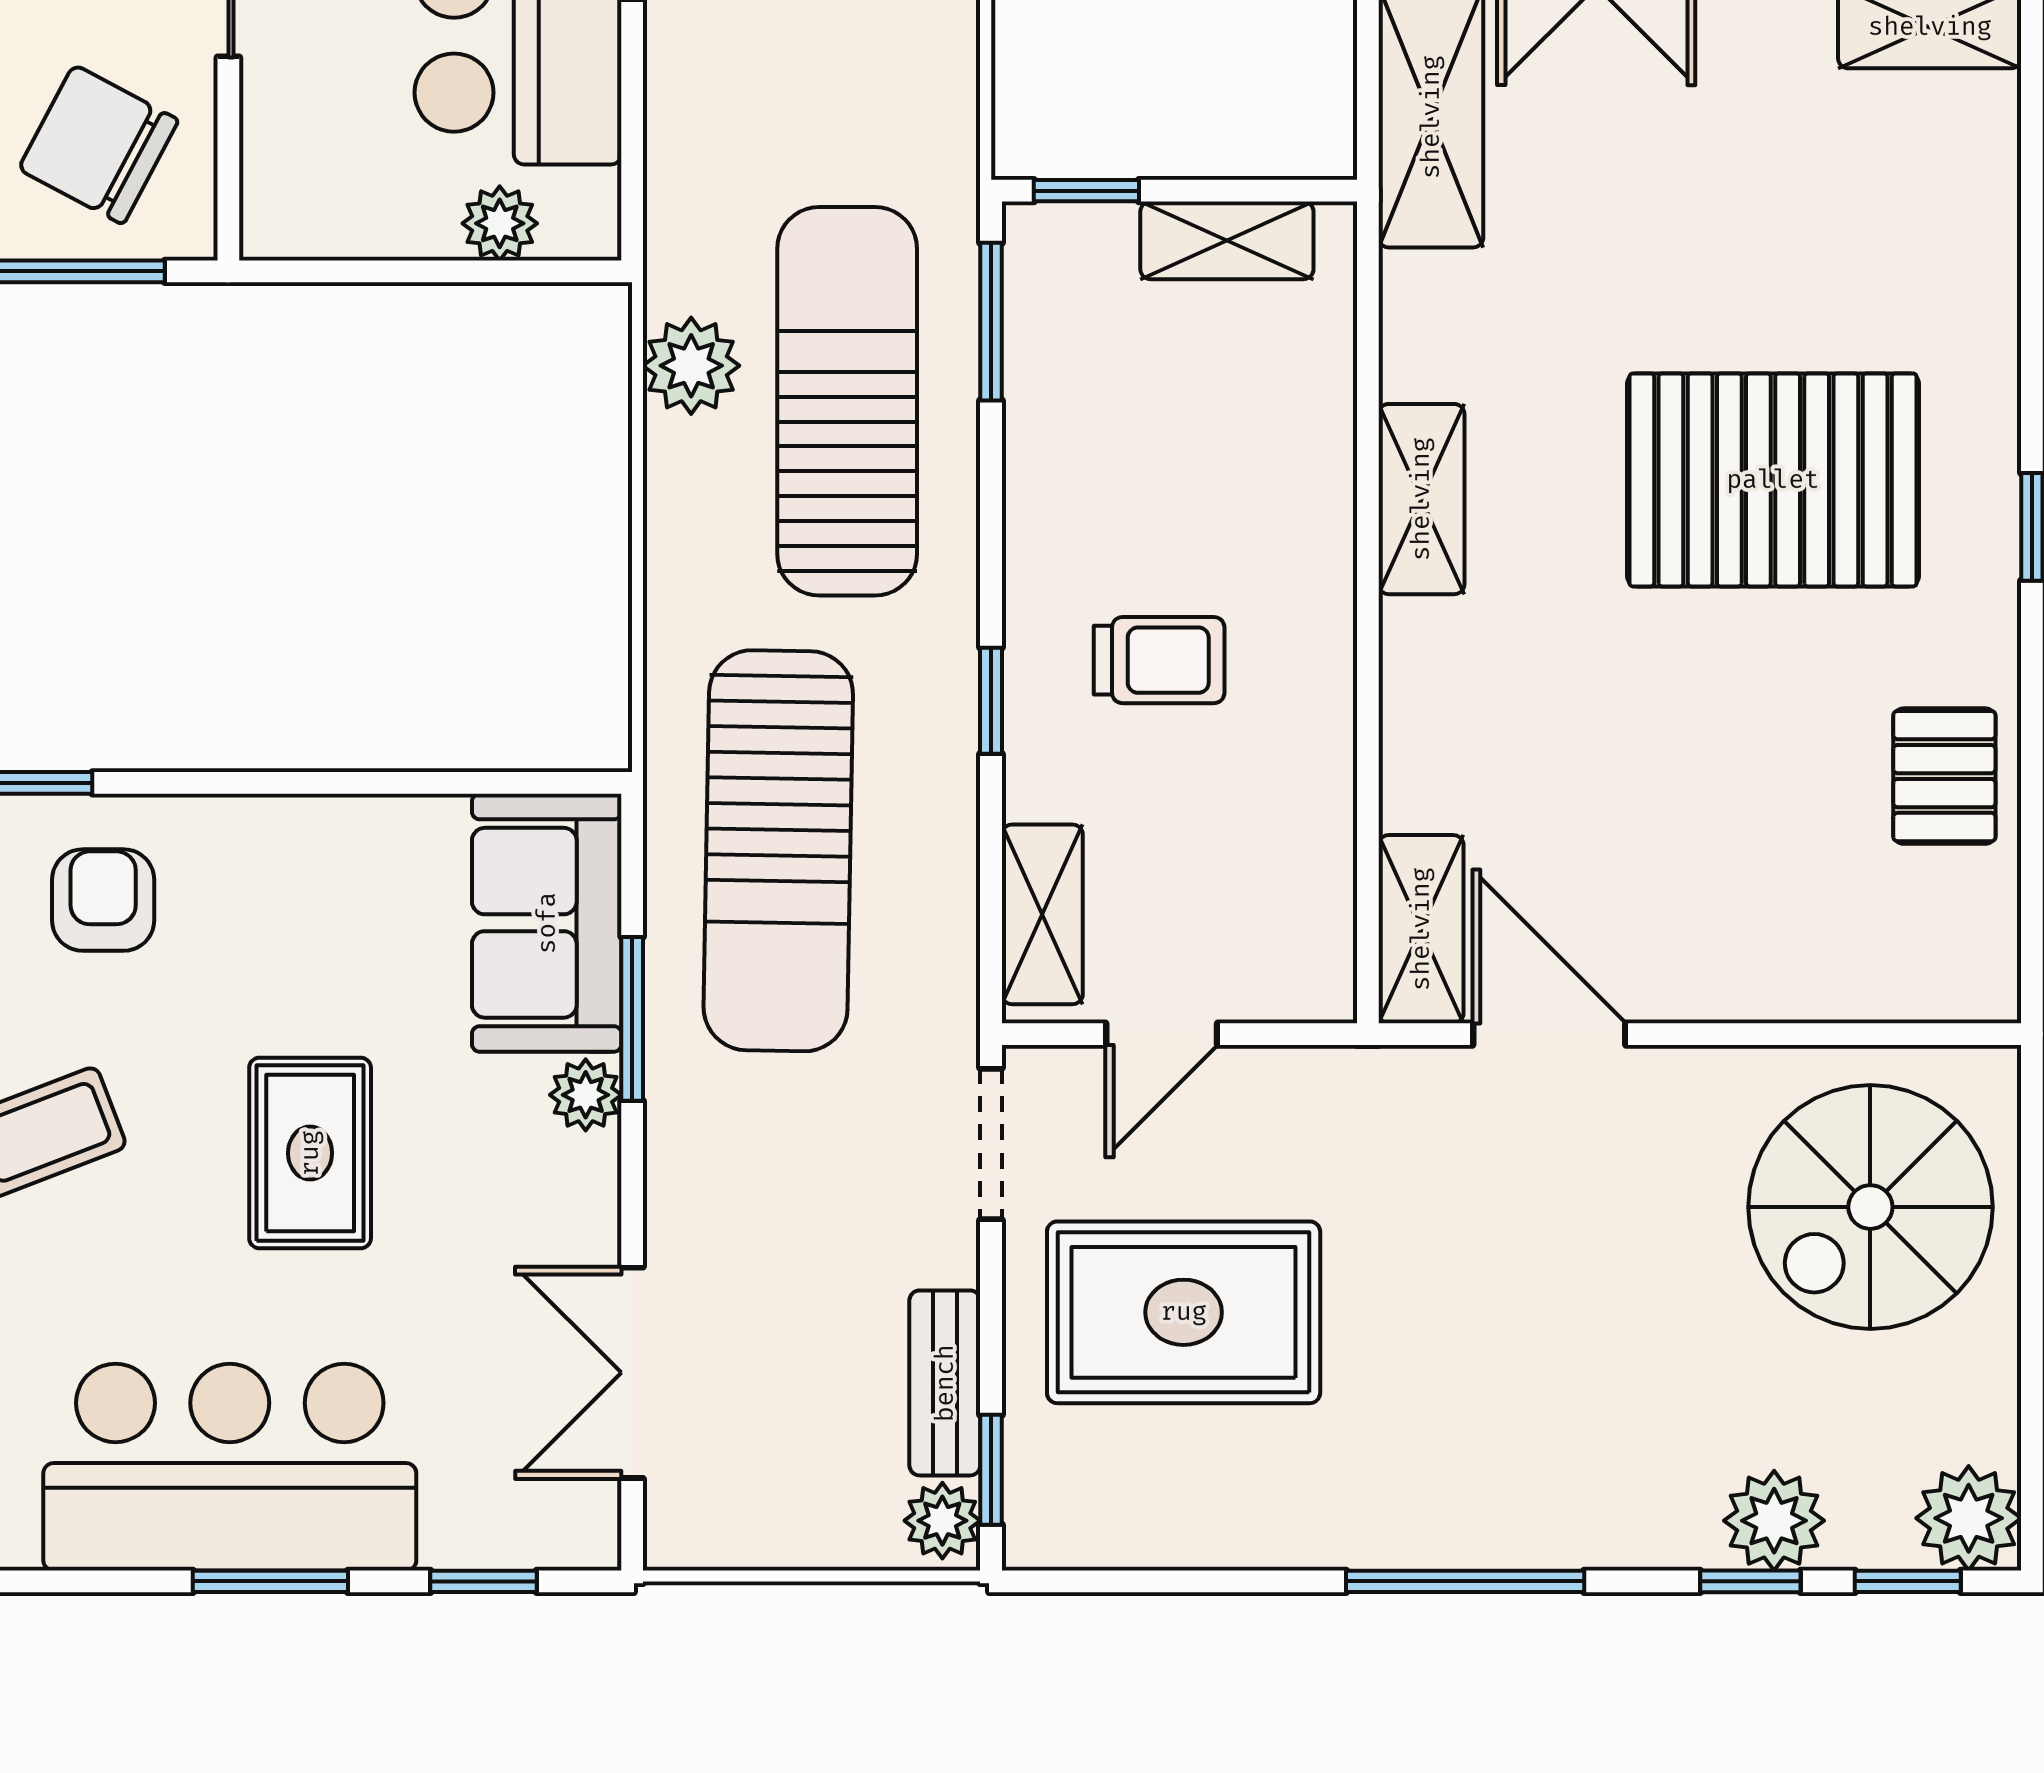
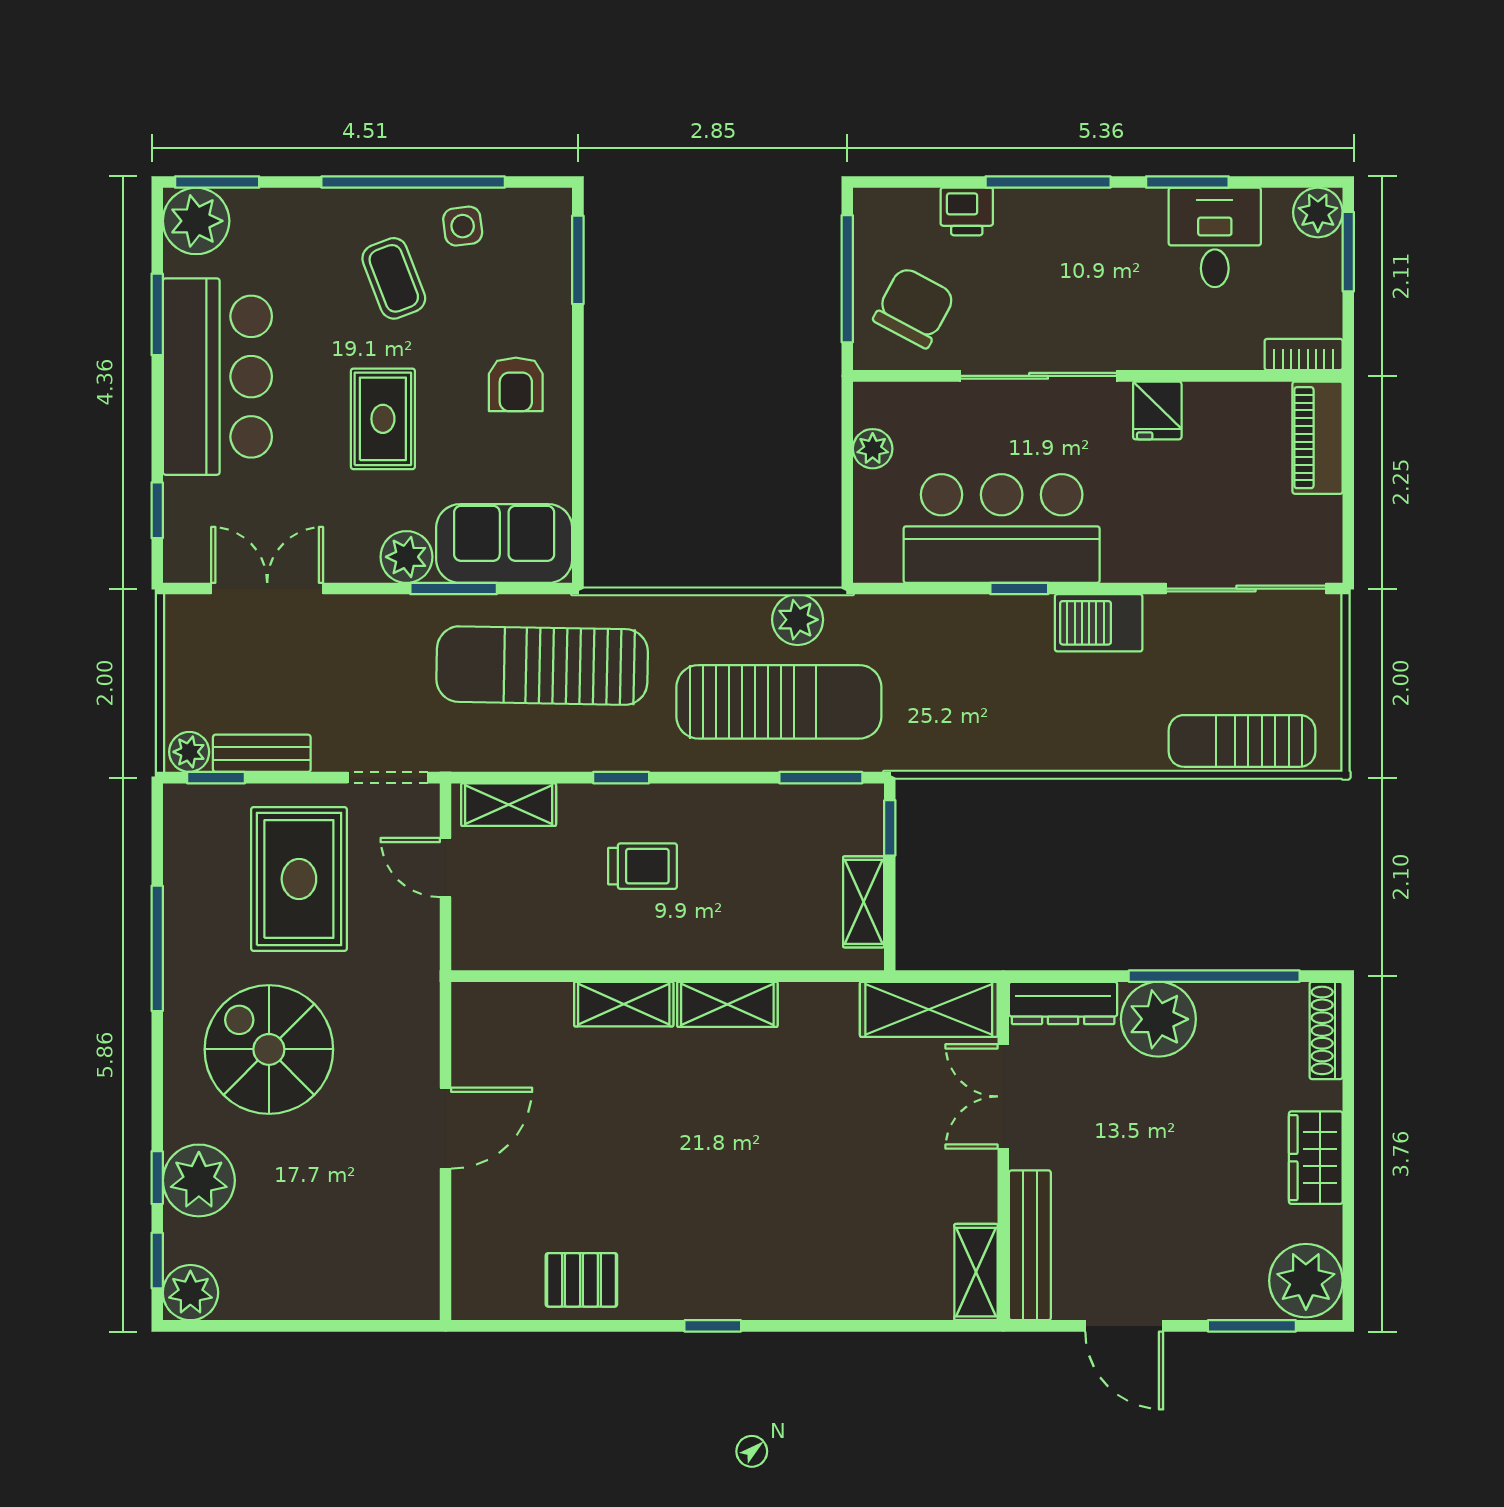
plant: (500, 223) -> (873, 449), moved
pallet: (1773, 480) -> (737, 1190), removed
trolley: (1159, 660) -> (643, 866), turned -90
armchair: (103, 900) -> (516, 384), moved, turned 90
shelving: (1421, 929) -> (624, 1004), moved
door: (1549, 1034) -> (446, 1128), moved
plant: (586, 1095) -> (406, 557), width x1.38, depth x1.38
rug: (310, 1153) -> (383, 419), turned 90
spiral stairs: (1870, 1207) -> (269, 1049), moved
plant: (1774, 1521) -> (199, 1180), width x1.36, depth x1.36
window: (270, 1581) -> (157, 314), moved
window: (1465, 1581) -> (157, 948), moved

